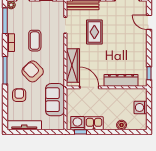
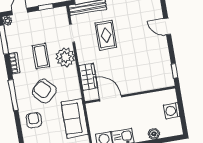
door: (149, 22) -> (167, 26), moved
plant: (56, 45) -> (65, 57), added
wardrobe: (73, 66) -> (88, 77), width x0.67
dresser: (121, 80) -> (145, 84), removed

